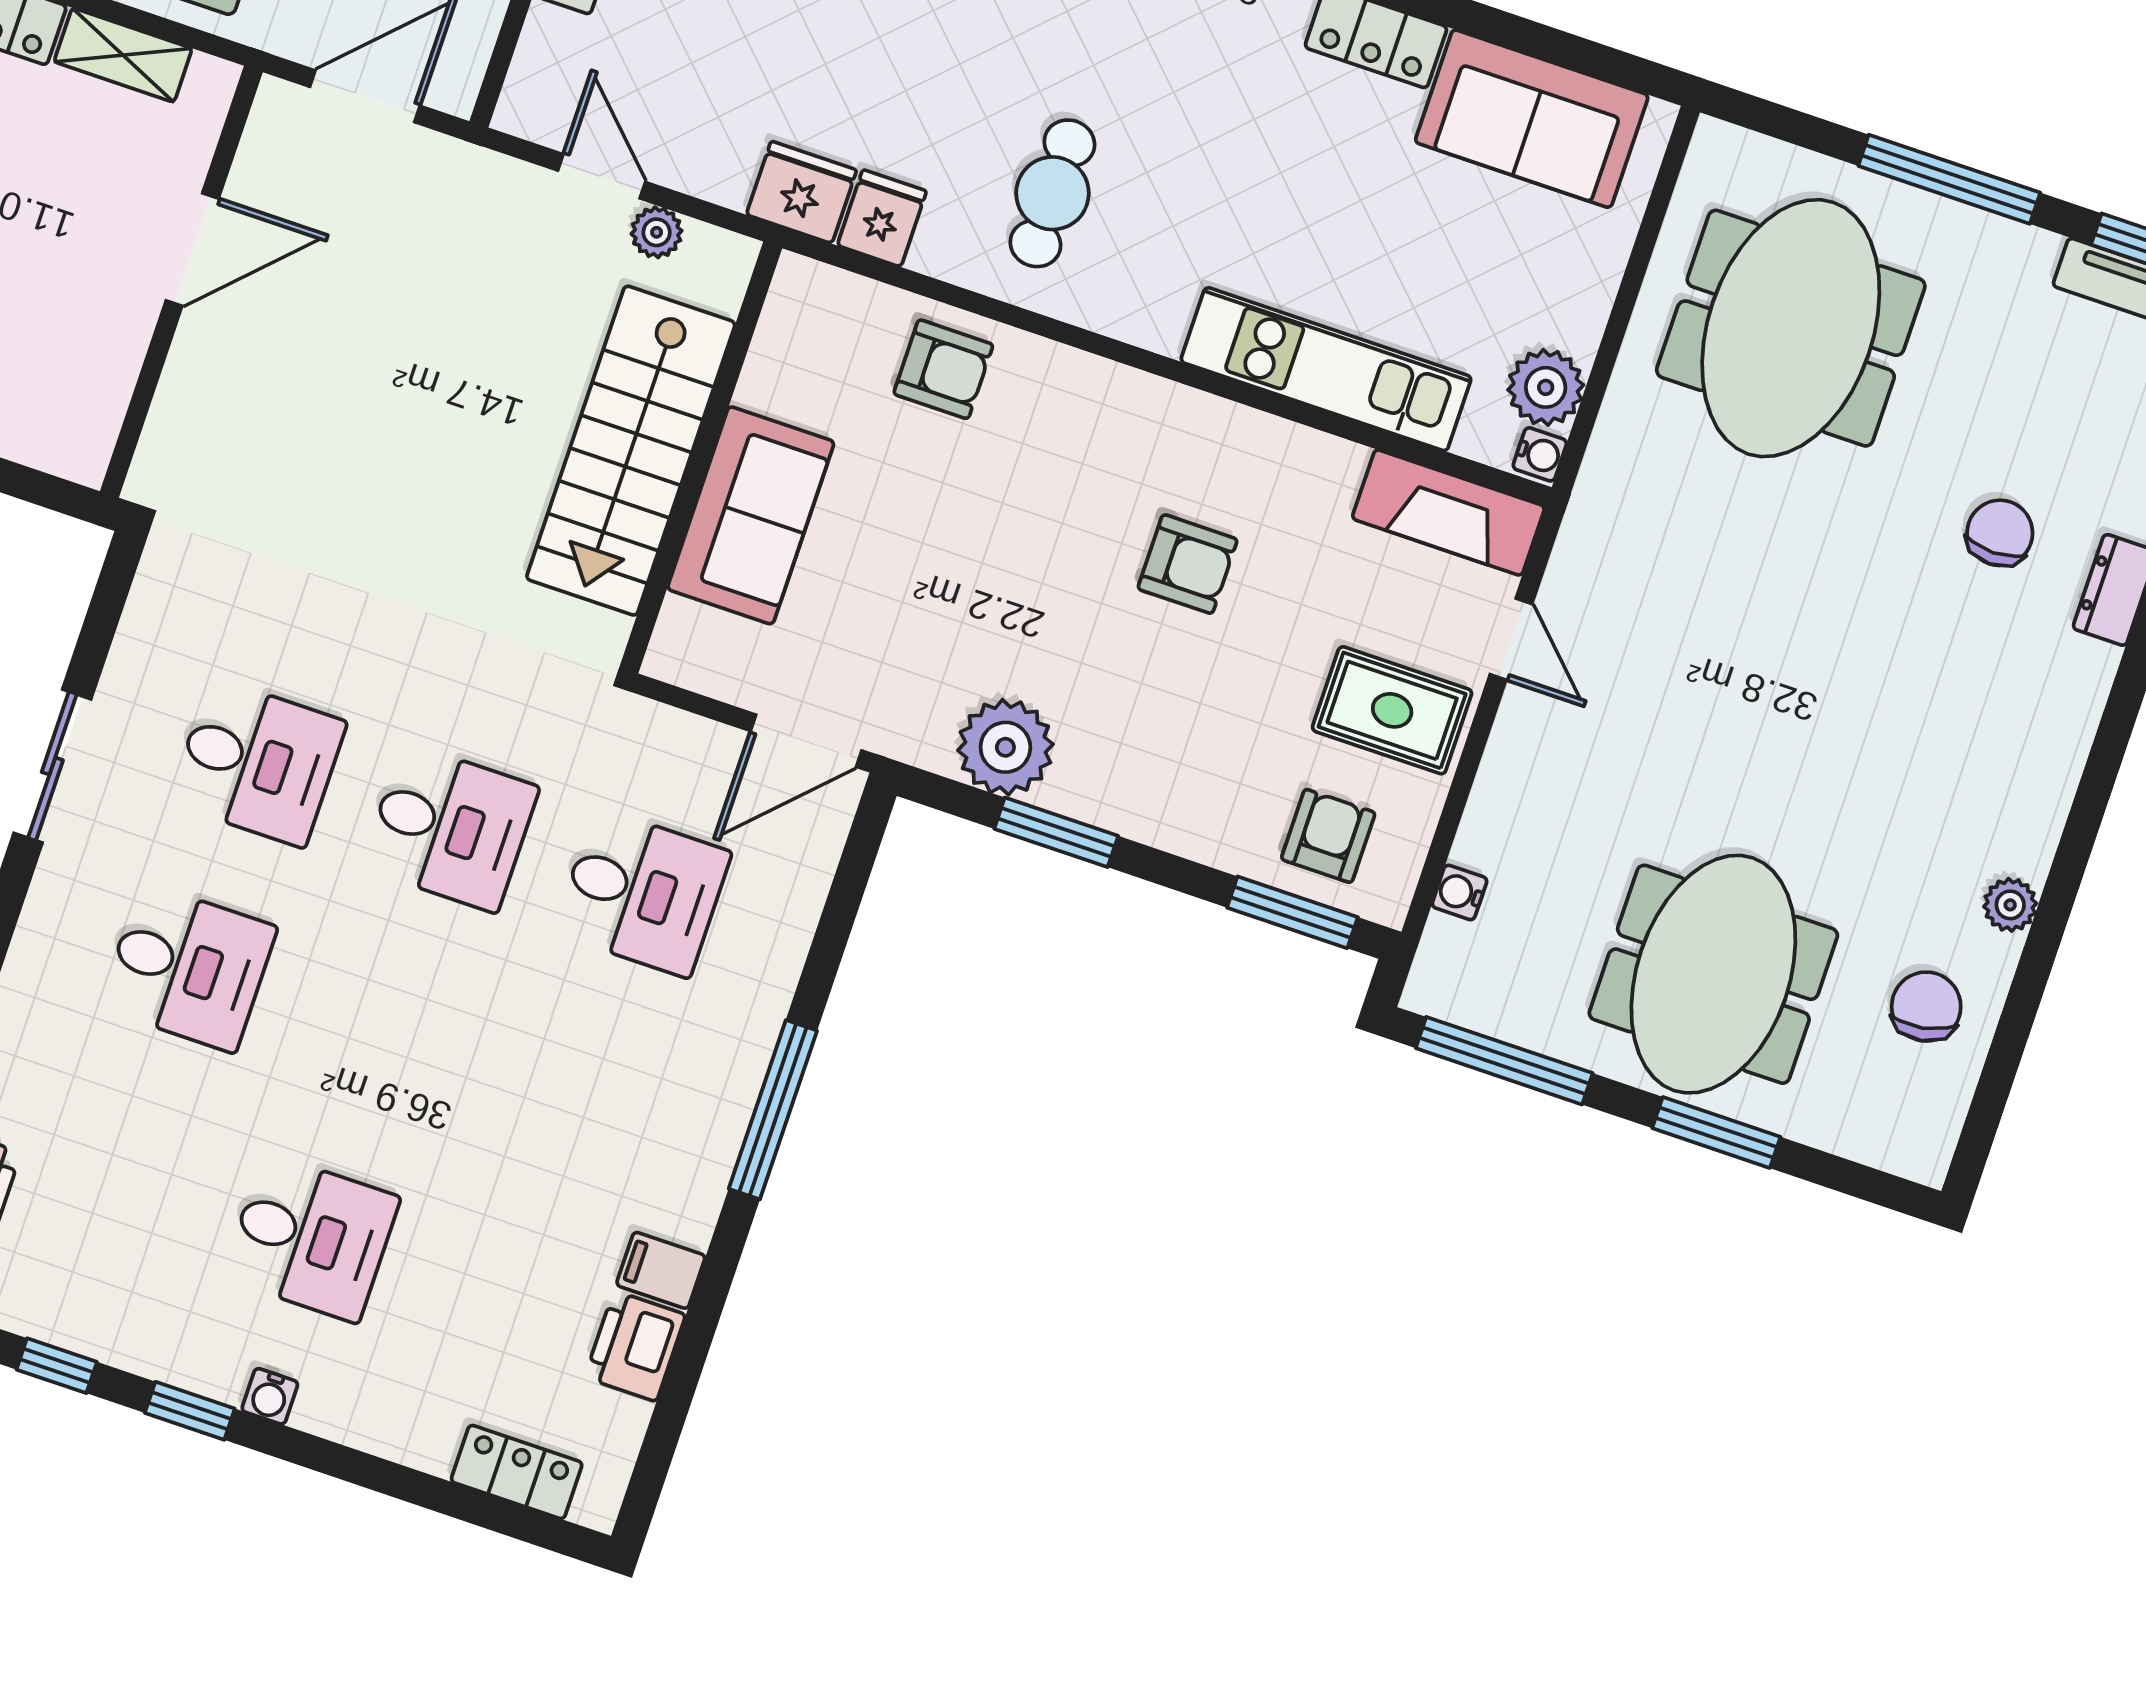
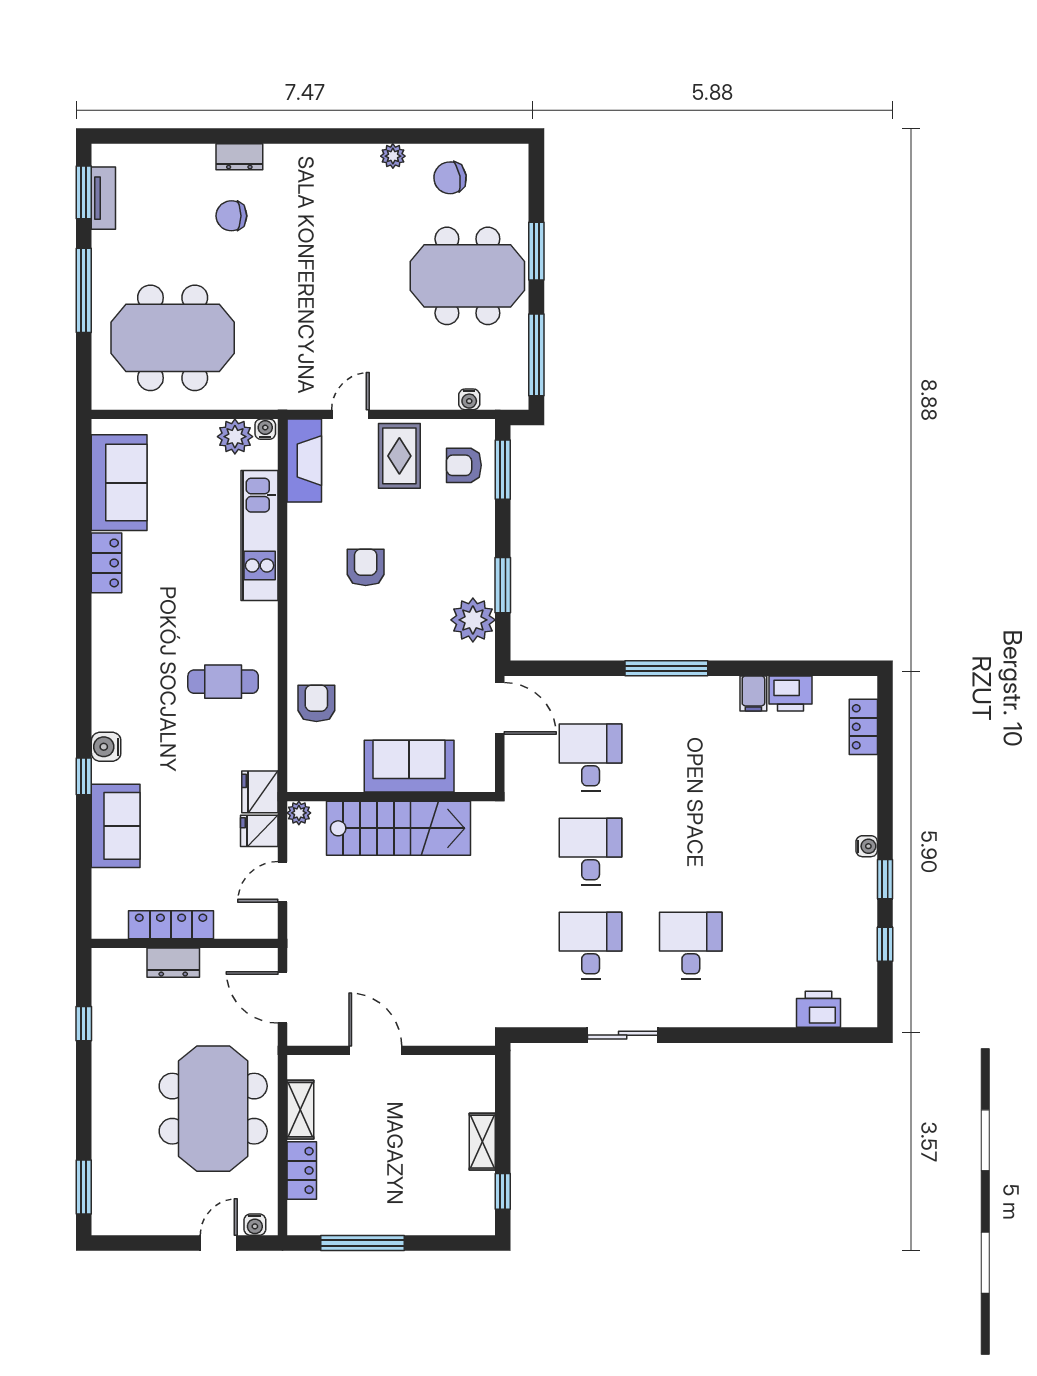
fridge: (882, 218) -> (259, 831), moved
plant: (657, 232) -> (299, 813), moved
desk: (311, 1238) -> (791, 852), removed

